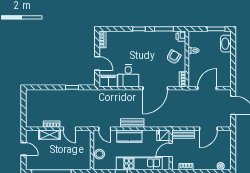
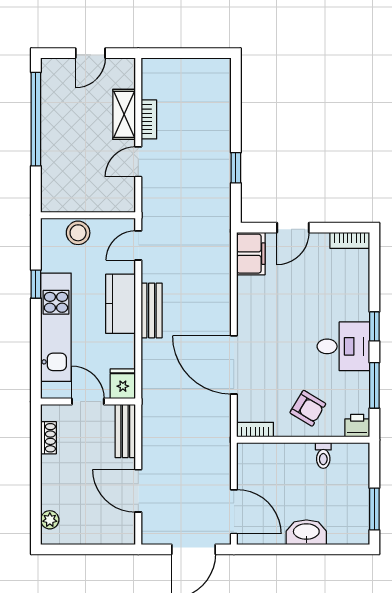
washbasin: (226, 44) -> (306, 532), moved
desk: (128, 76) -> (343, 346), moved, turned 180
door: (207, 88) -> (234, 512), moved

